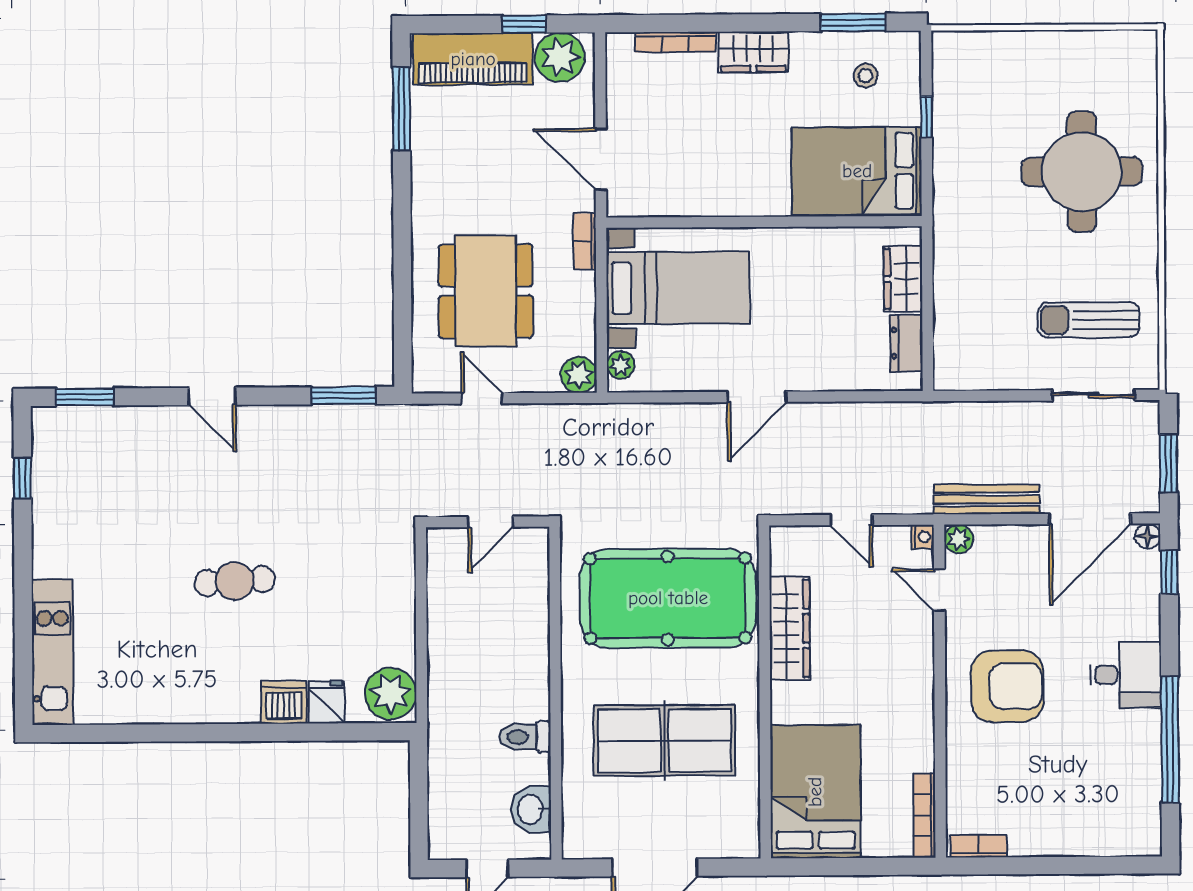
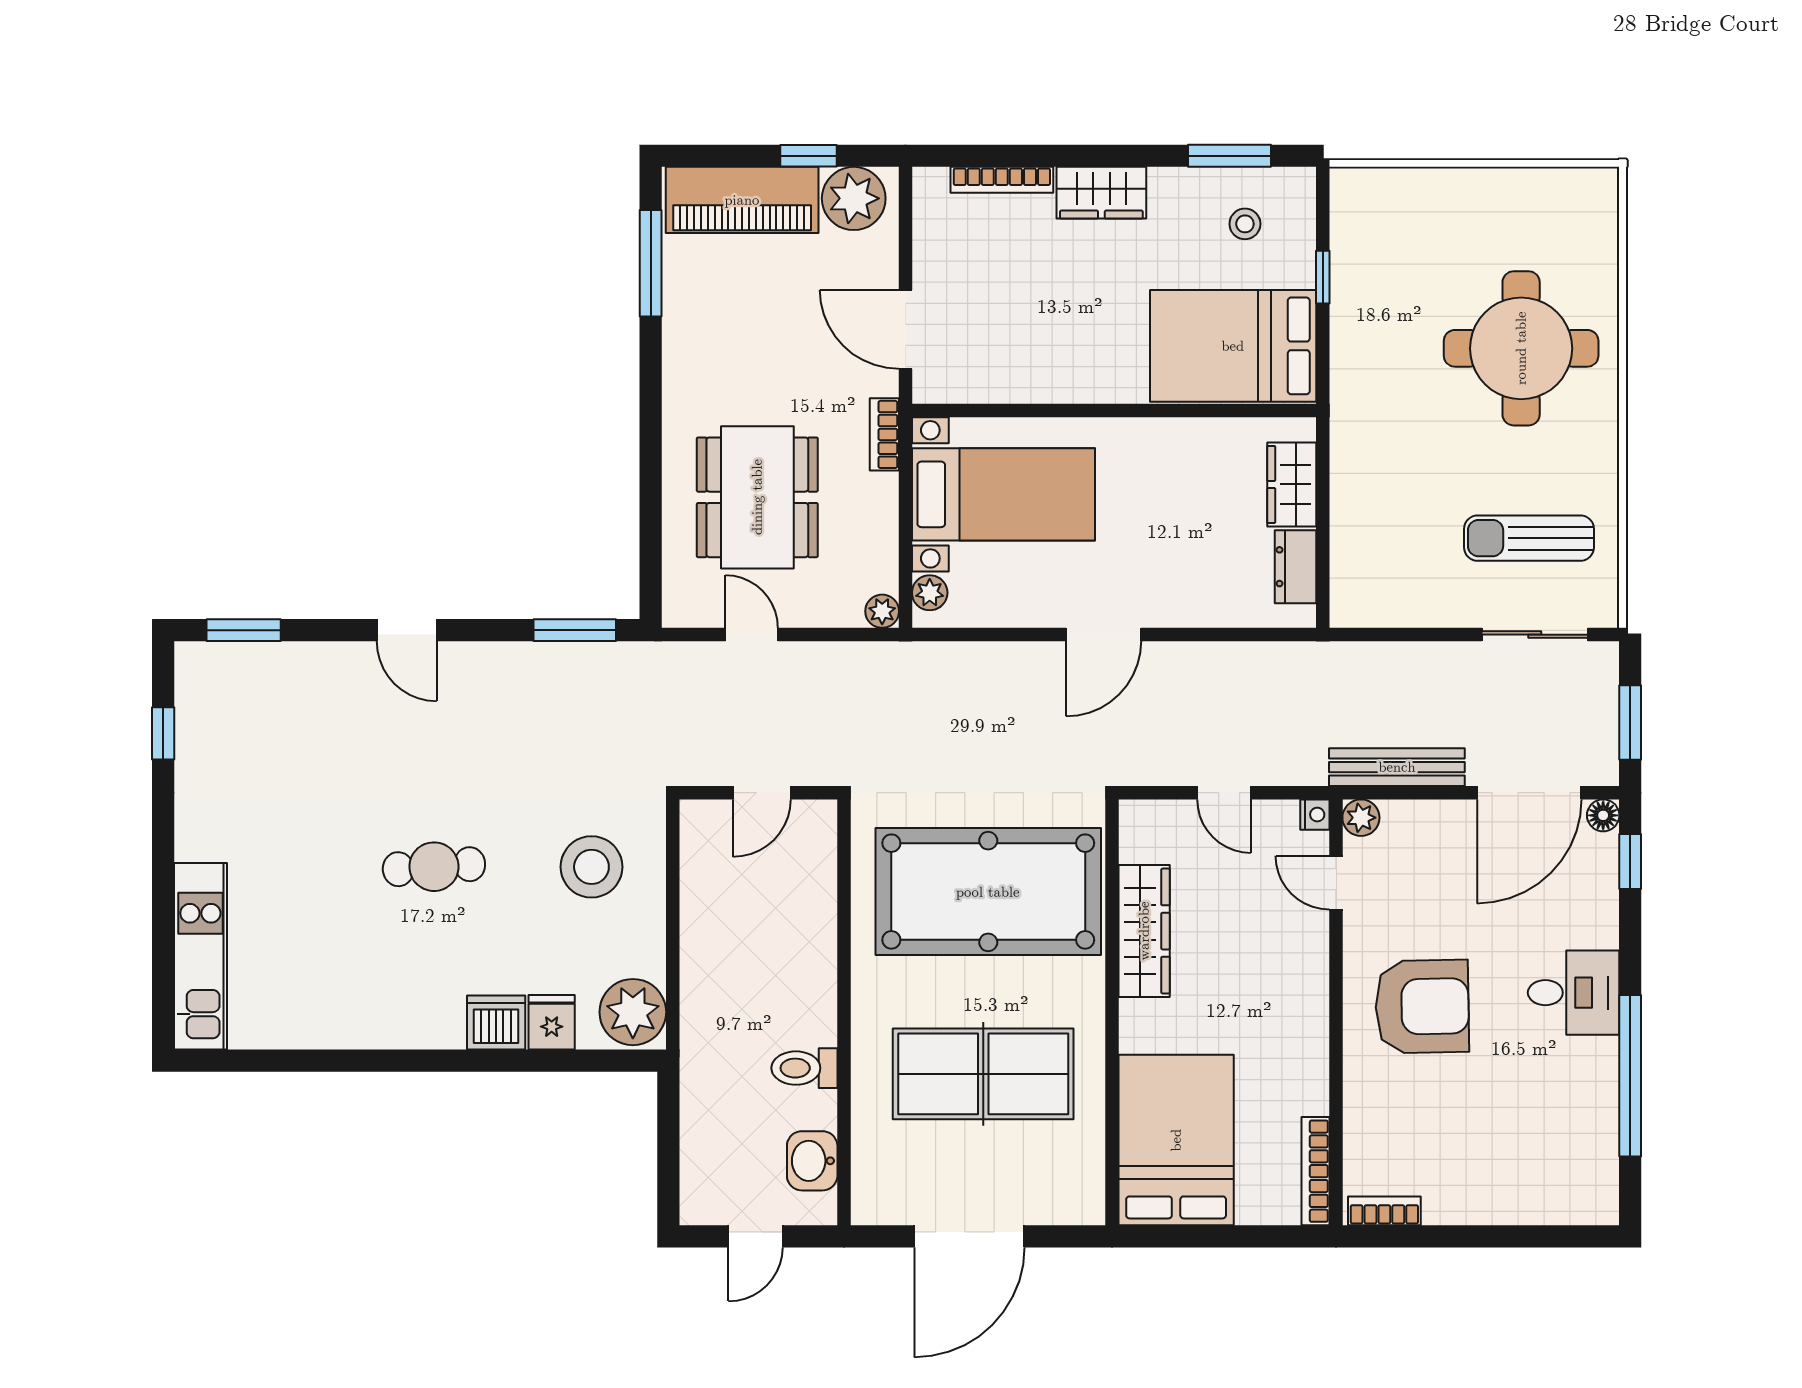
plant: (579, 375) -> (882, 611), width x0.73, depth x0.73
stool: (358, 581) -> (591, 867), added

